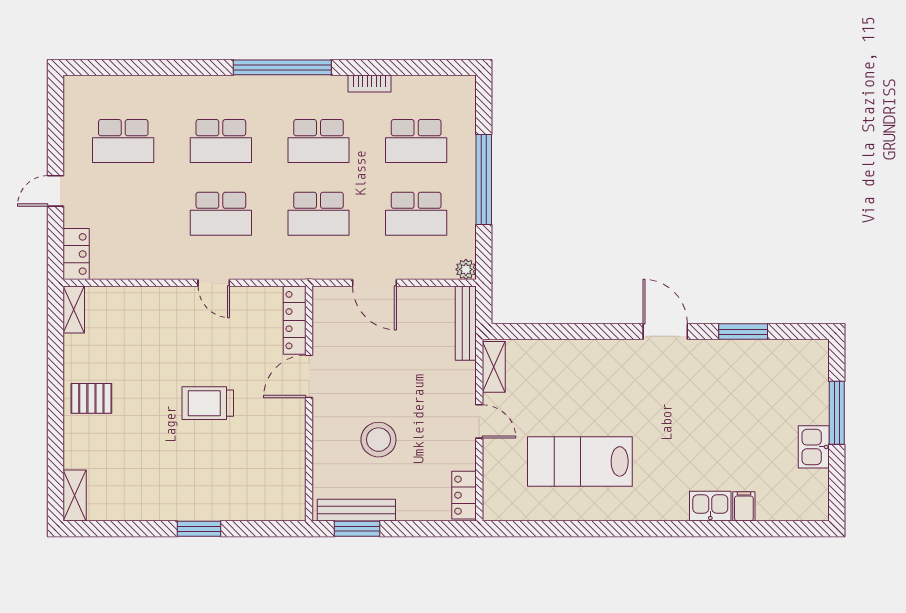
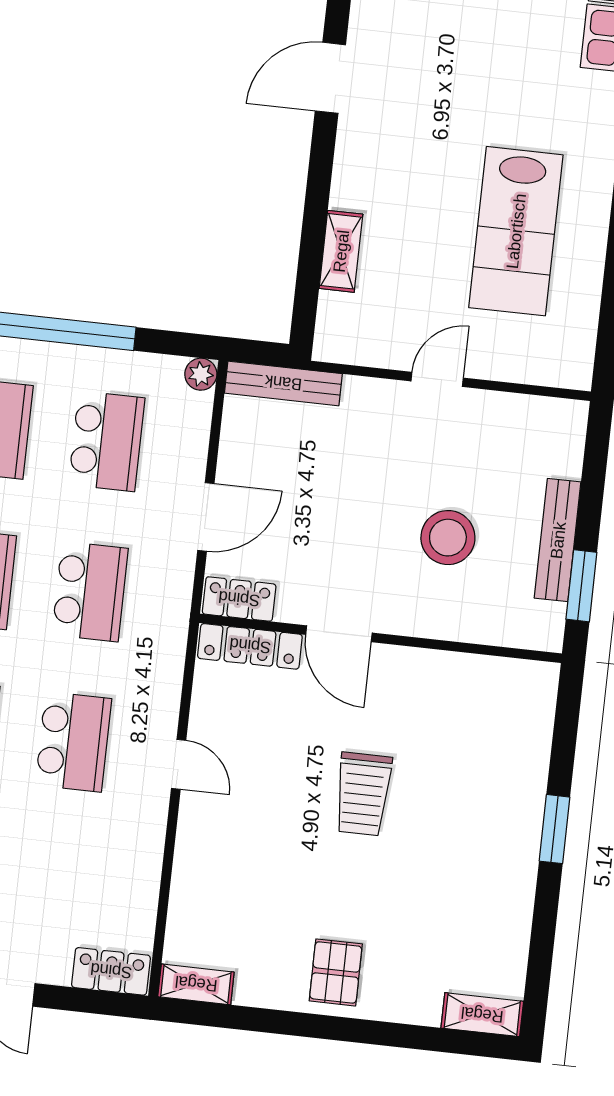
door: (214, 283) -> (179, 764), hinge flipped
shelving: (494, 367) -> (341, 251), moved, turned 90
locker: (464, 495) -> (239, 599), moved, turned 180
bench: (356, 510) -> (558, 540), moved

